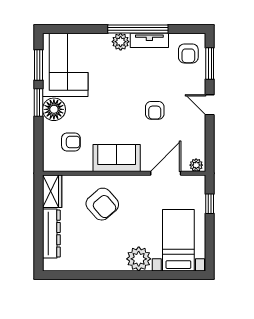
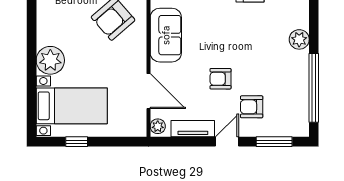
window: (138, 29) -> (314, 88), moved
tv unit: (149, 40) -> (193, 129), moved, turned 90
armchair: (188, 53) -> (252, 107), moved
window: (210, 204) -> (77, 142), moved

